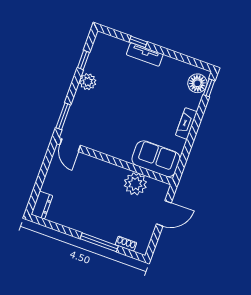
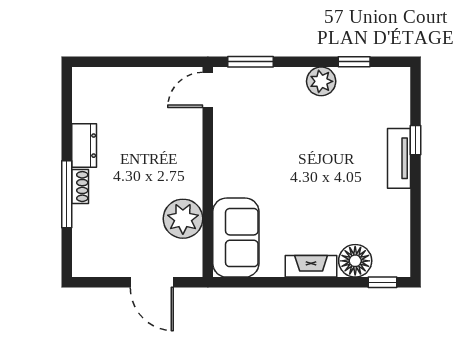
floor lamp: (197, 83) -> (355, 261), moved
dresser: (42, 205) -> (84, 146), moved, turned -90
shoe rack: (126, 244) -> (80, 187), moved

